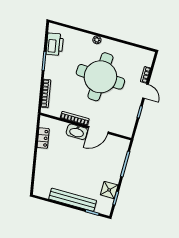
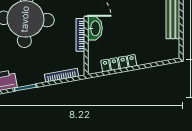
locker: (43, 138) -> (119, 63), width x1.53

